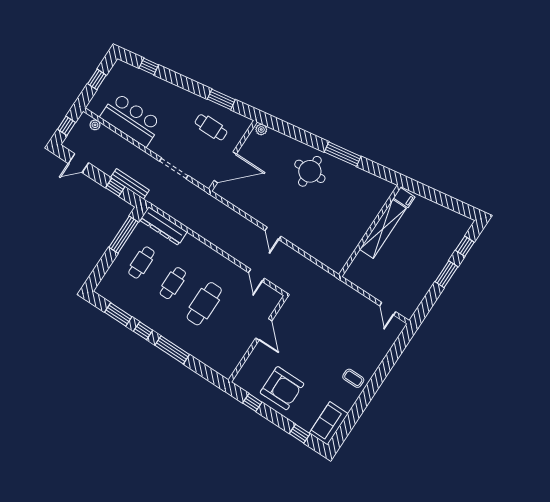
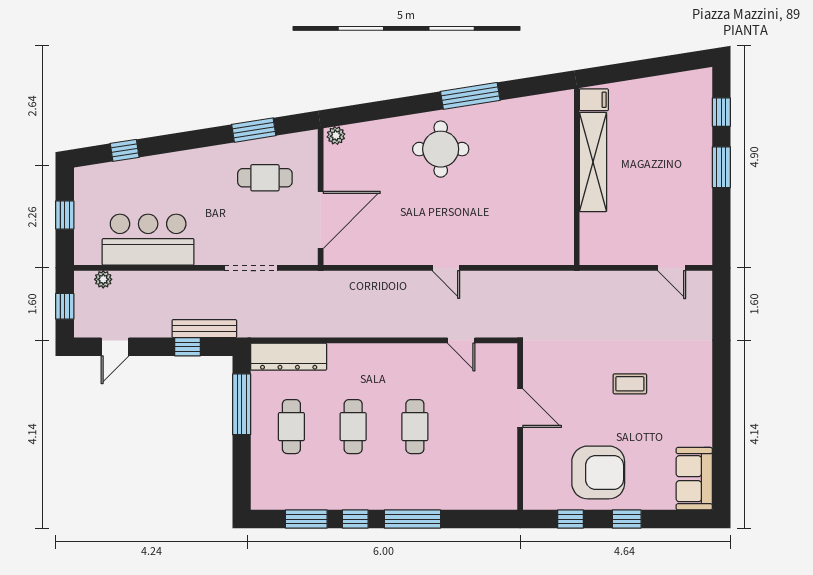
cafe table: (204, 304) -> (415, 427), width x0.73, depth x0.74
coffee table: (353, 378) -> (630, 384), moved
window: (300, 434) -> (627, 519), moved

